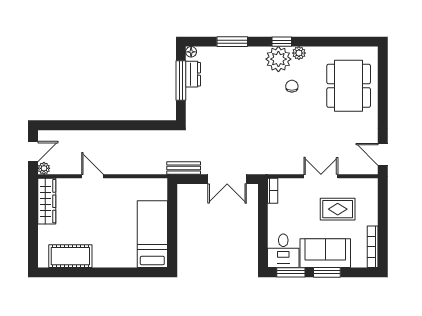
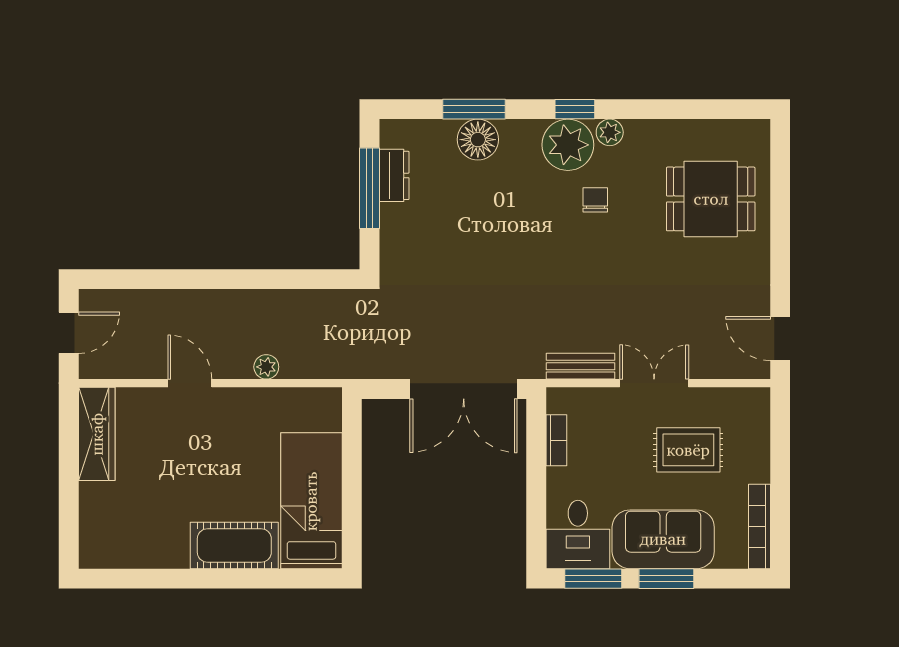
floor lamp: (191, 52) -> (478, 140), moved, width x1.89, depth x1.89
dining table: (349, 86) -> (711, 199), width x0.73
plant: (44, 168) -> (266, 367), moved
bench: (184, 168) -> (581, 366), moved
double door: (227, 179) -> (464, 389), width x1.37
bookcase: (273, 191) -> (556, 440), moved
cot: (70, 256) -> (234, 545), moved

